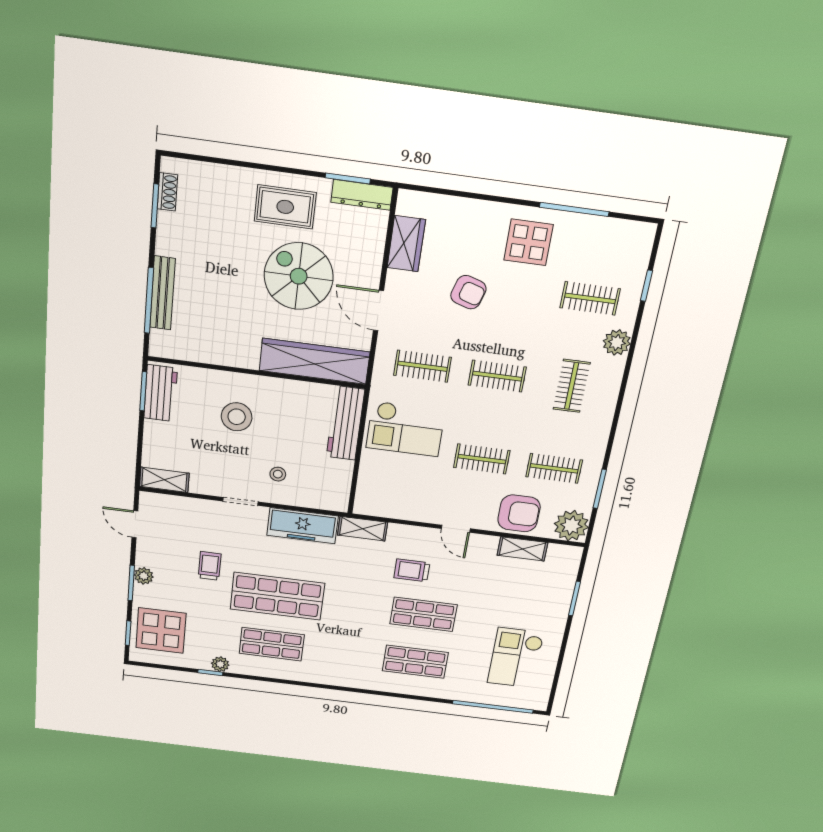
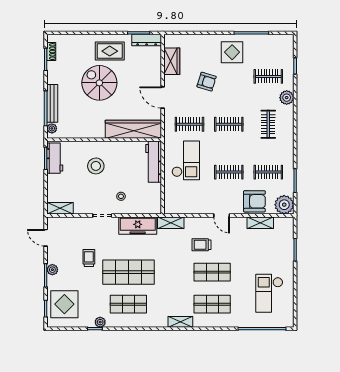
spiral stairs: (299, 276) -> (99, 83), moved
plant: (159, 339) -> (52, 128), added
checkout: (405, 429) -> (186, 160), turned -90
shelving: (357, 680) -> (180, 322), added

